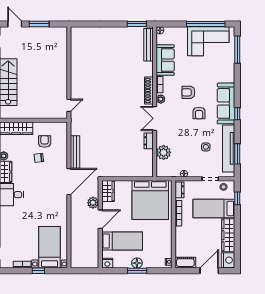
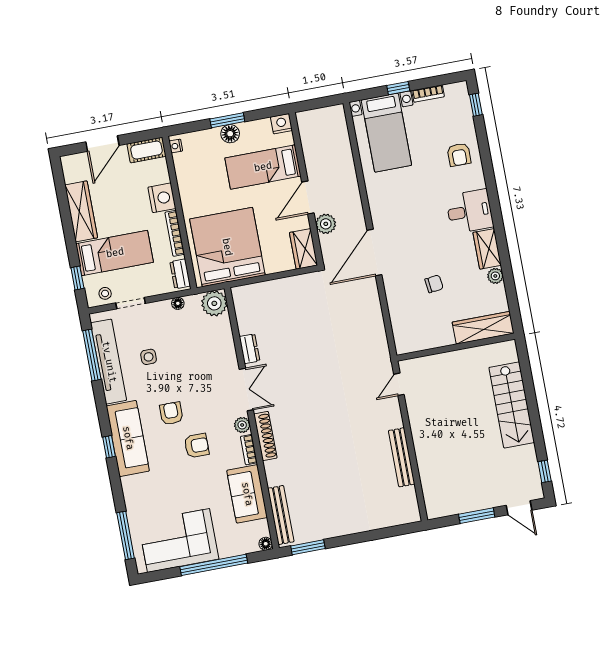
window: (206, 24) -> (214, 565), moved
window: (237, 114) -> (109, 447), moved
armchair: (45, 141) -> (459, 155), moved
bench: (75, 152) -> (402, 457), moved
plant: (164, 152) -> (214, 303), moved
window: (237, 154) -> (92, 355), width x1.44
nightstand: (228, 260) -> (162, 198), moved, turned 180

